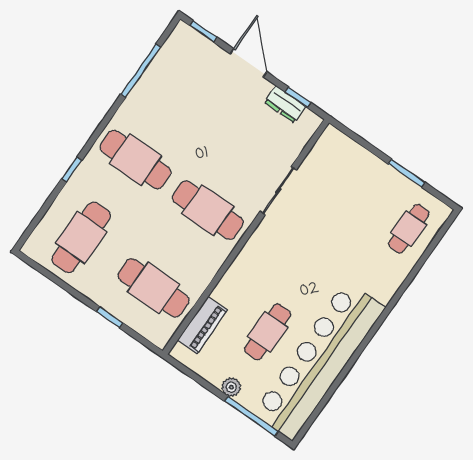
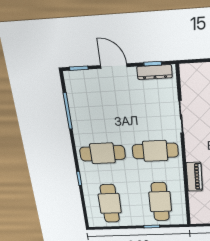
dresser: (285, 104) -> (155, 72), width x1.44
cafe table: (154, 288) -> (160, 202), turned 90
piano: (202, 325) -> (194, 177), moved

